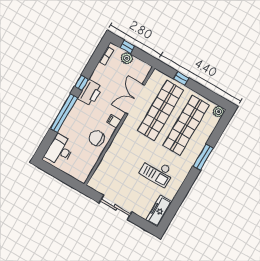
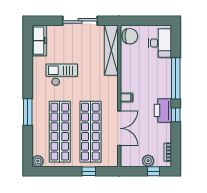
chair: (97, 138) -> (130, 36), moved
shelving: (104, 168) -> (111, 50), added

